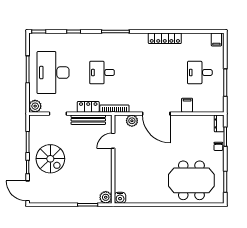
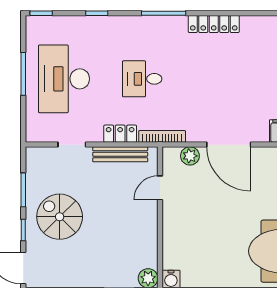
locker: (165, 38) -> (214, 24), moved
plant: (35, 106) -> (35, 133), removed
spiral stairs: (50, 159) -> (60, 217), turned 180

